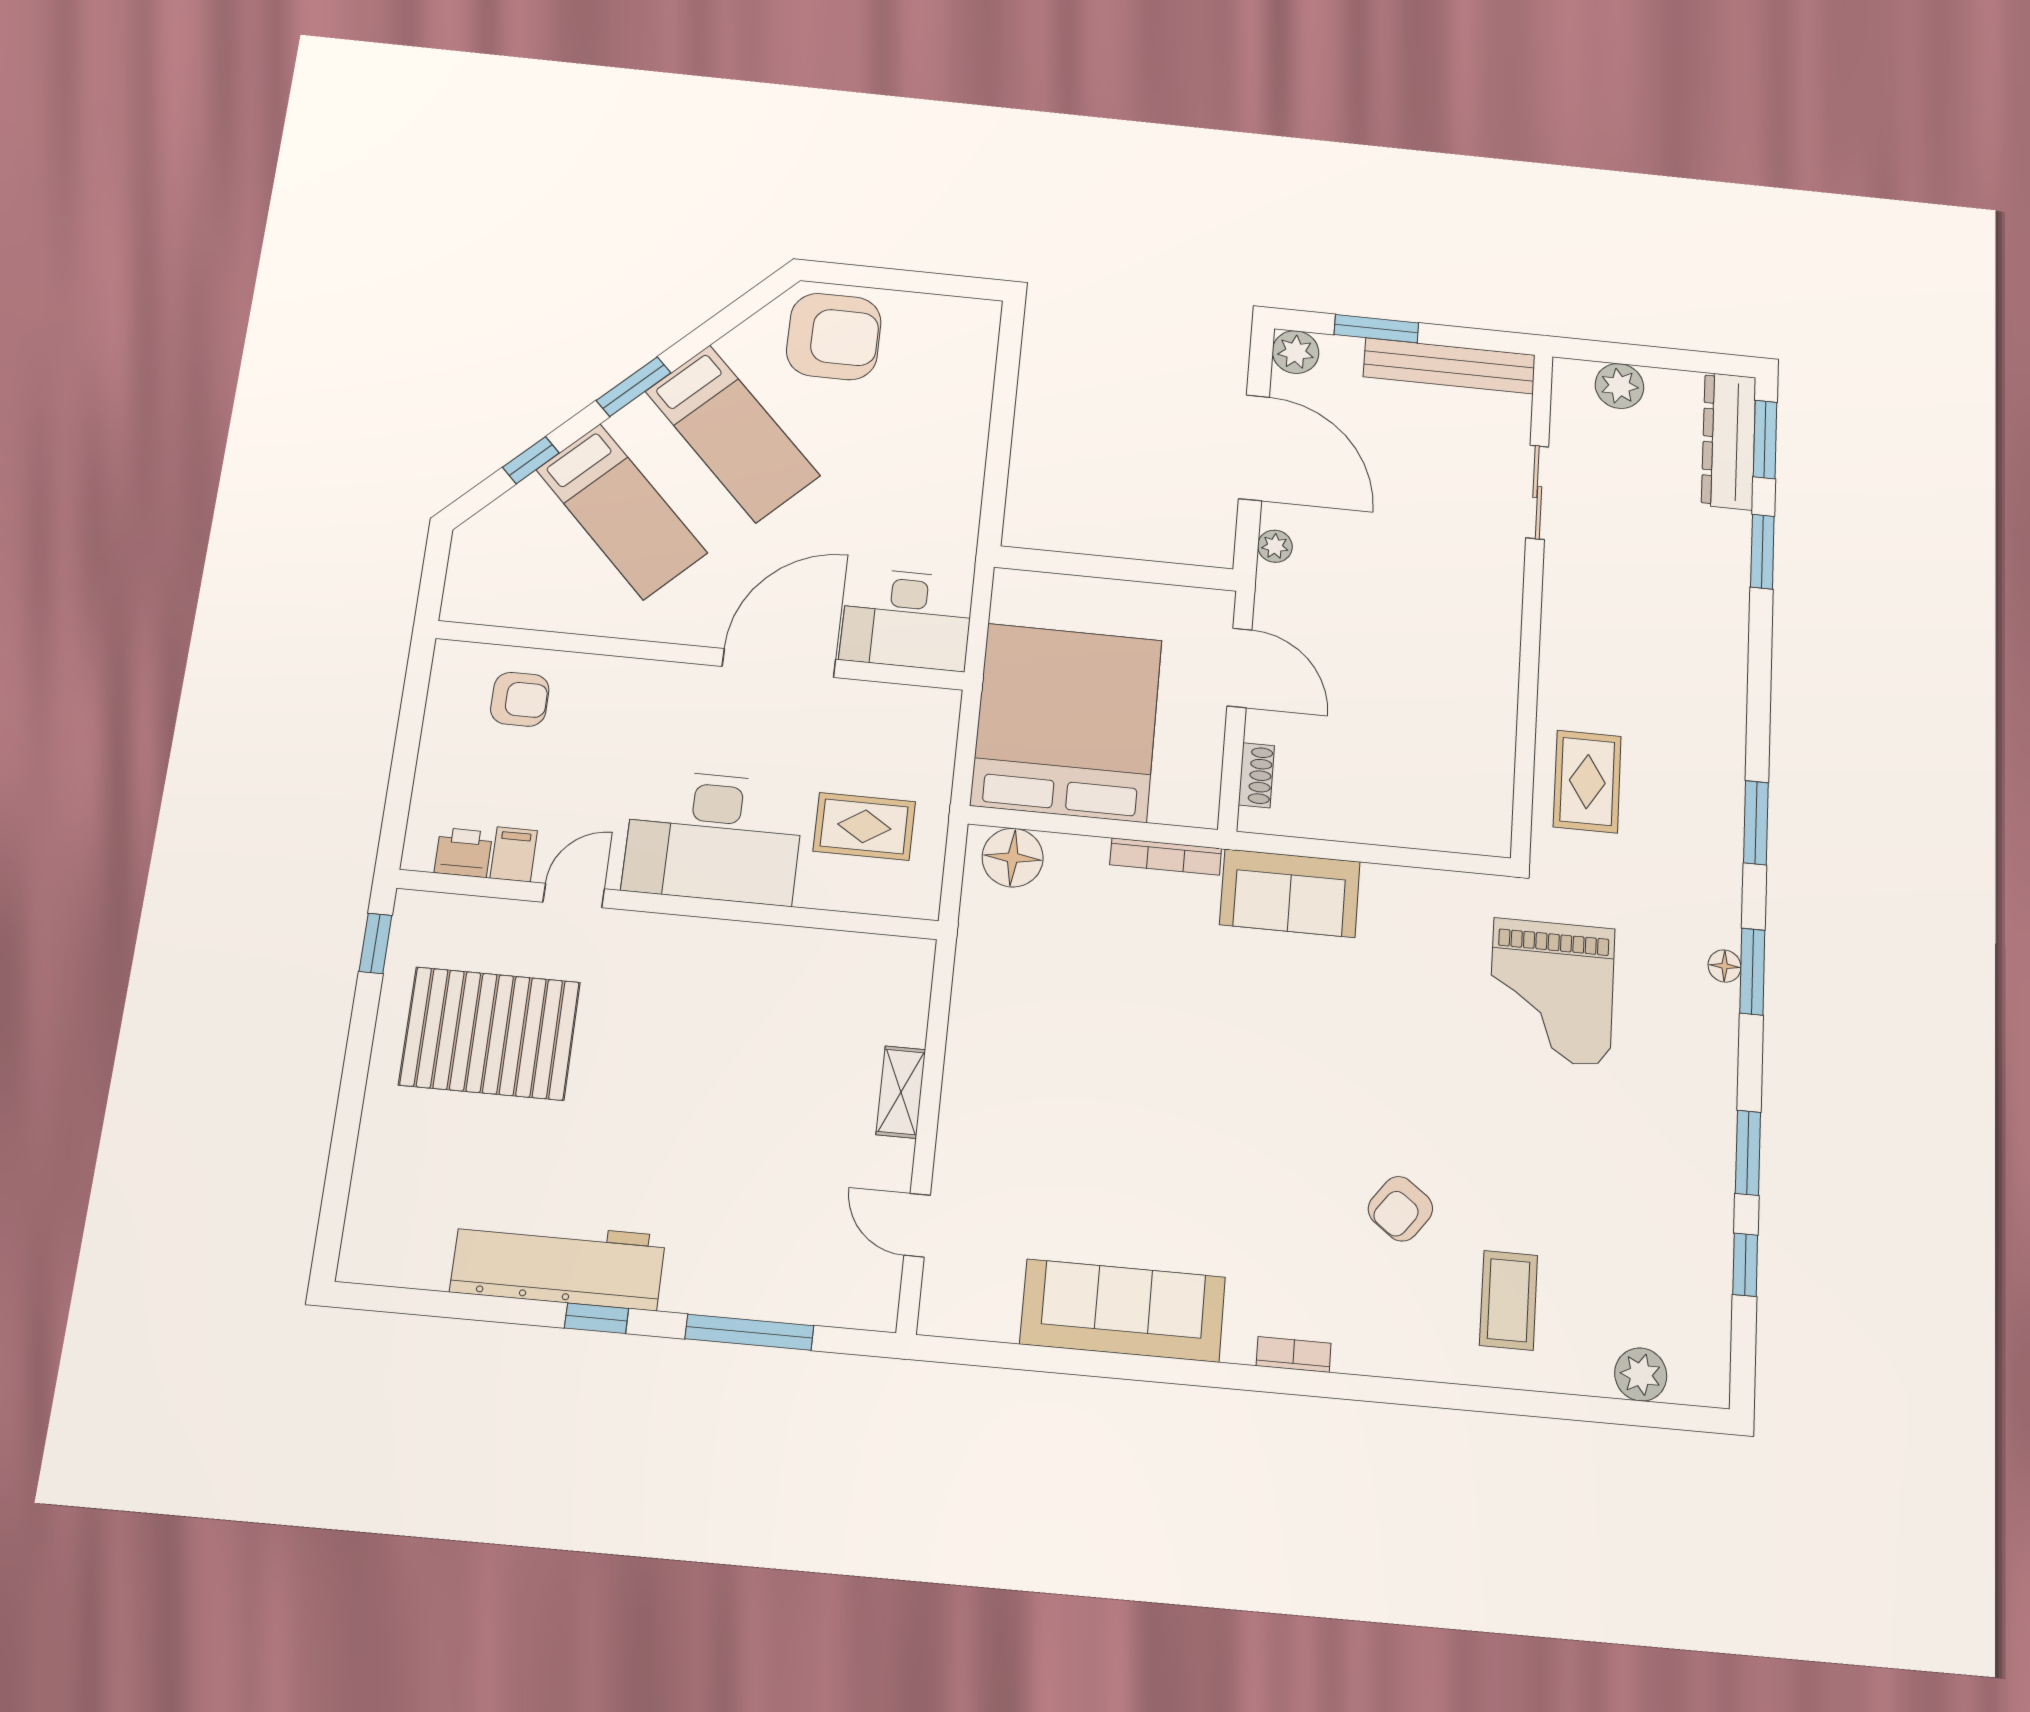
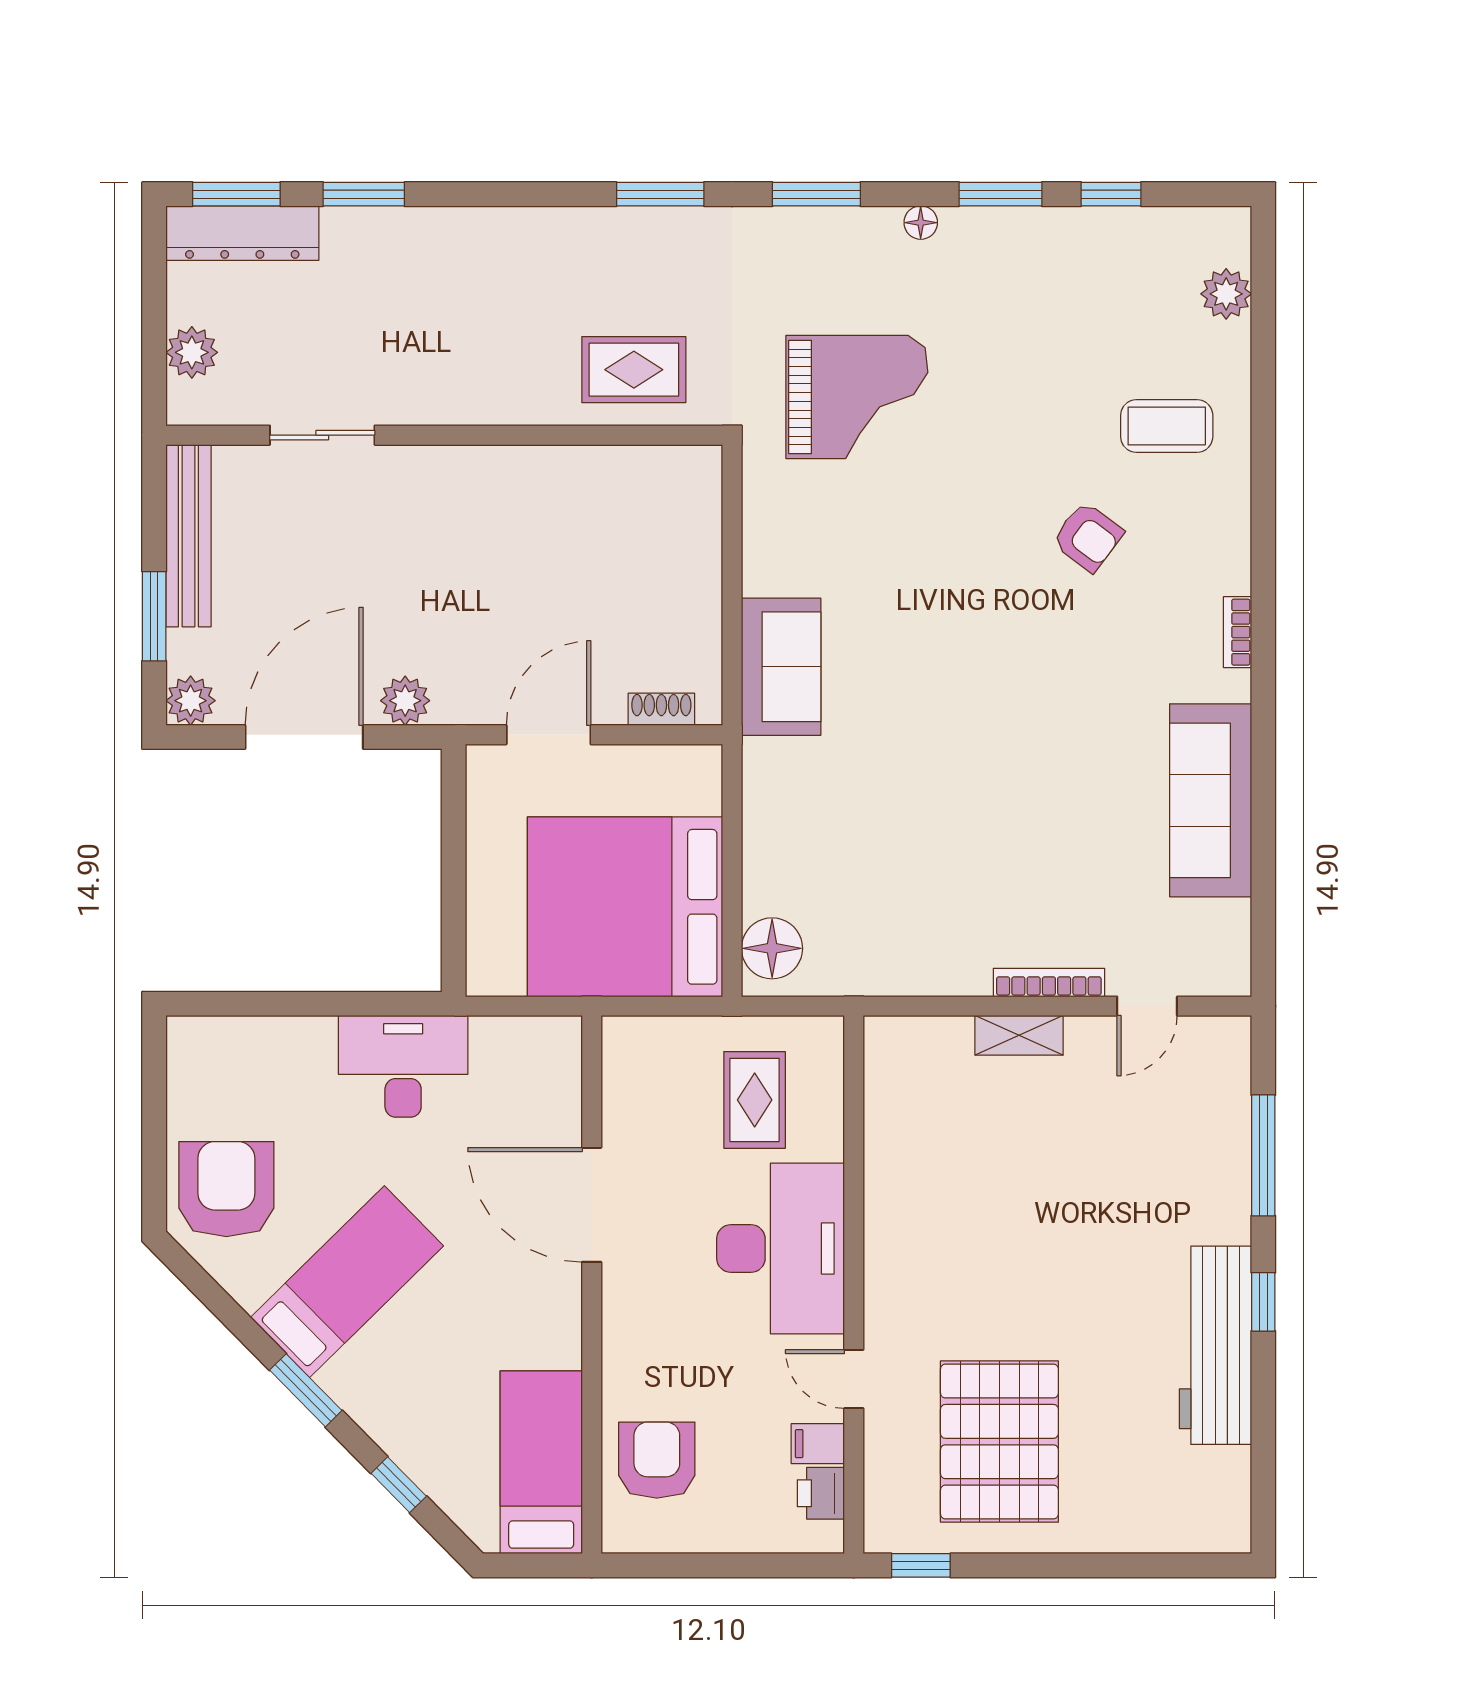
bed: (621, 511) -> (541, 1462), moved, turned -45
plant: (1275, 546) -> (405, 701), width x1.38, depth x1.38
desk: (907, 619) -> (403, 1066), moved, turned -90
armchair: (520, 699) -> (657, 1460), width x1.38, depth x1.38
bookcase: (1166, 857) -> (1049, 983), moved, turned -90
floor lamp: (1725, 966) -> (921, 223), moved

